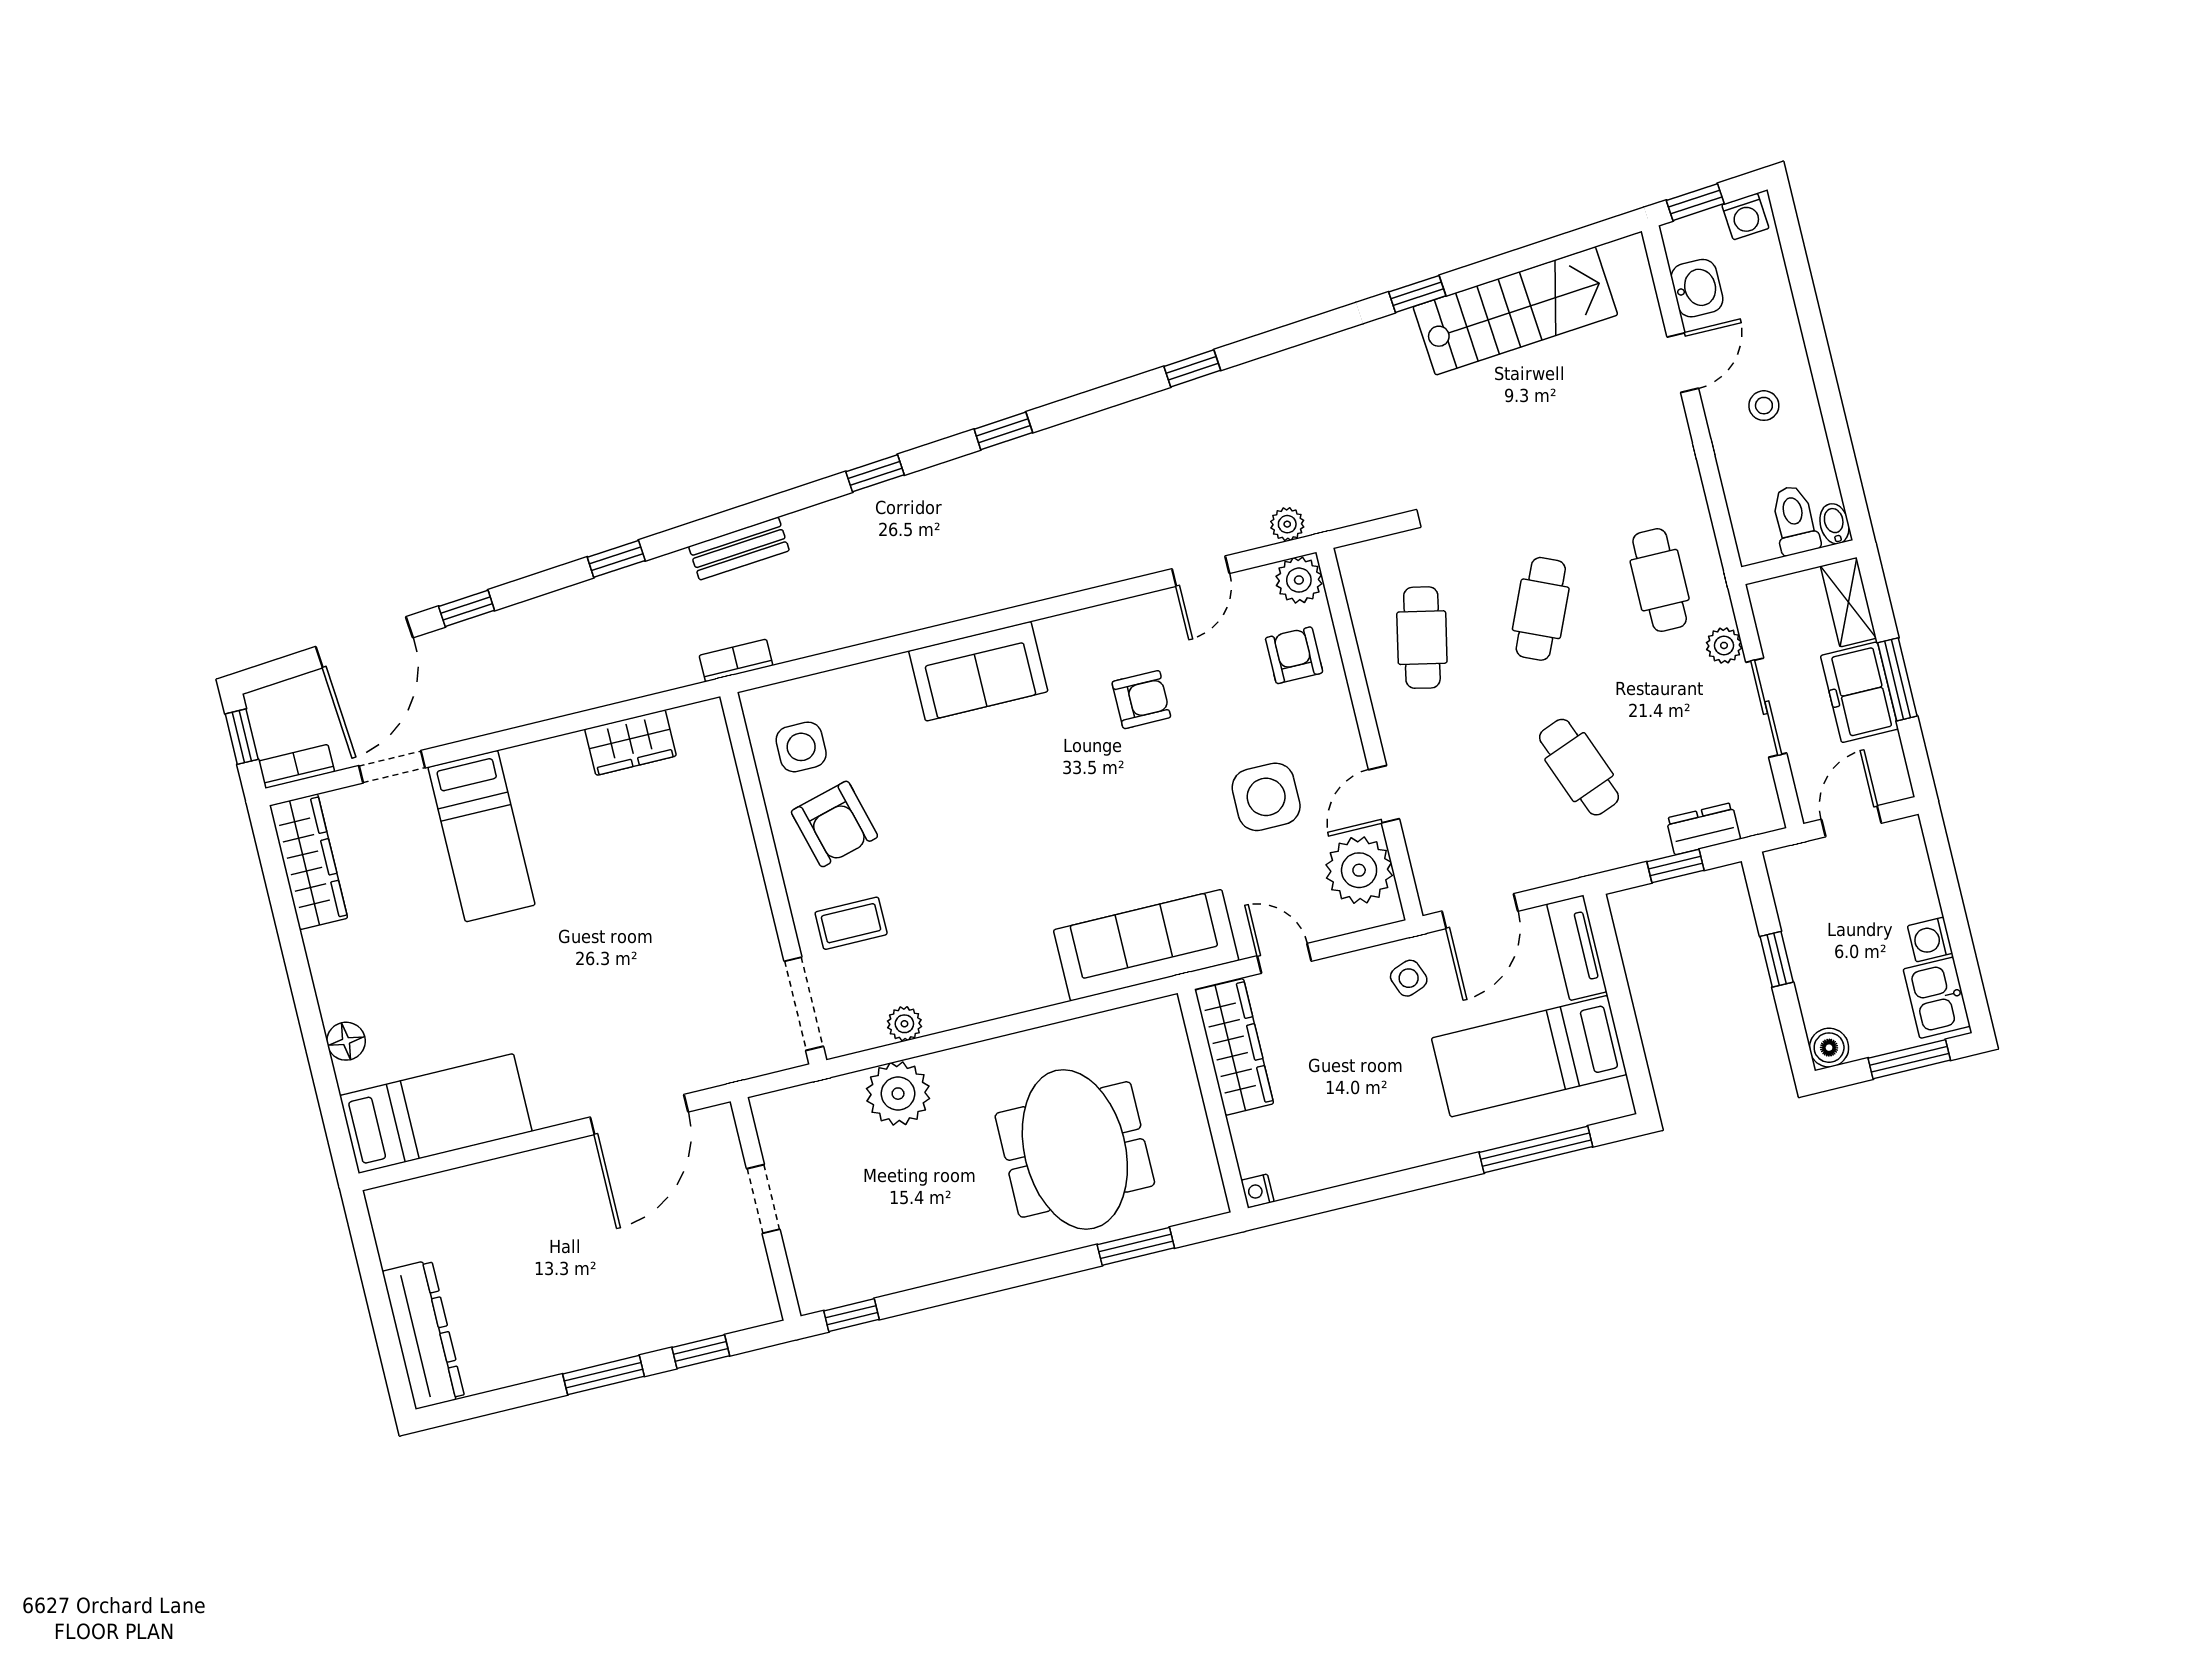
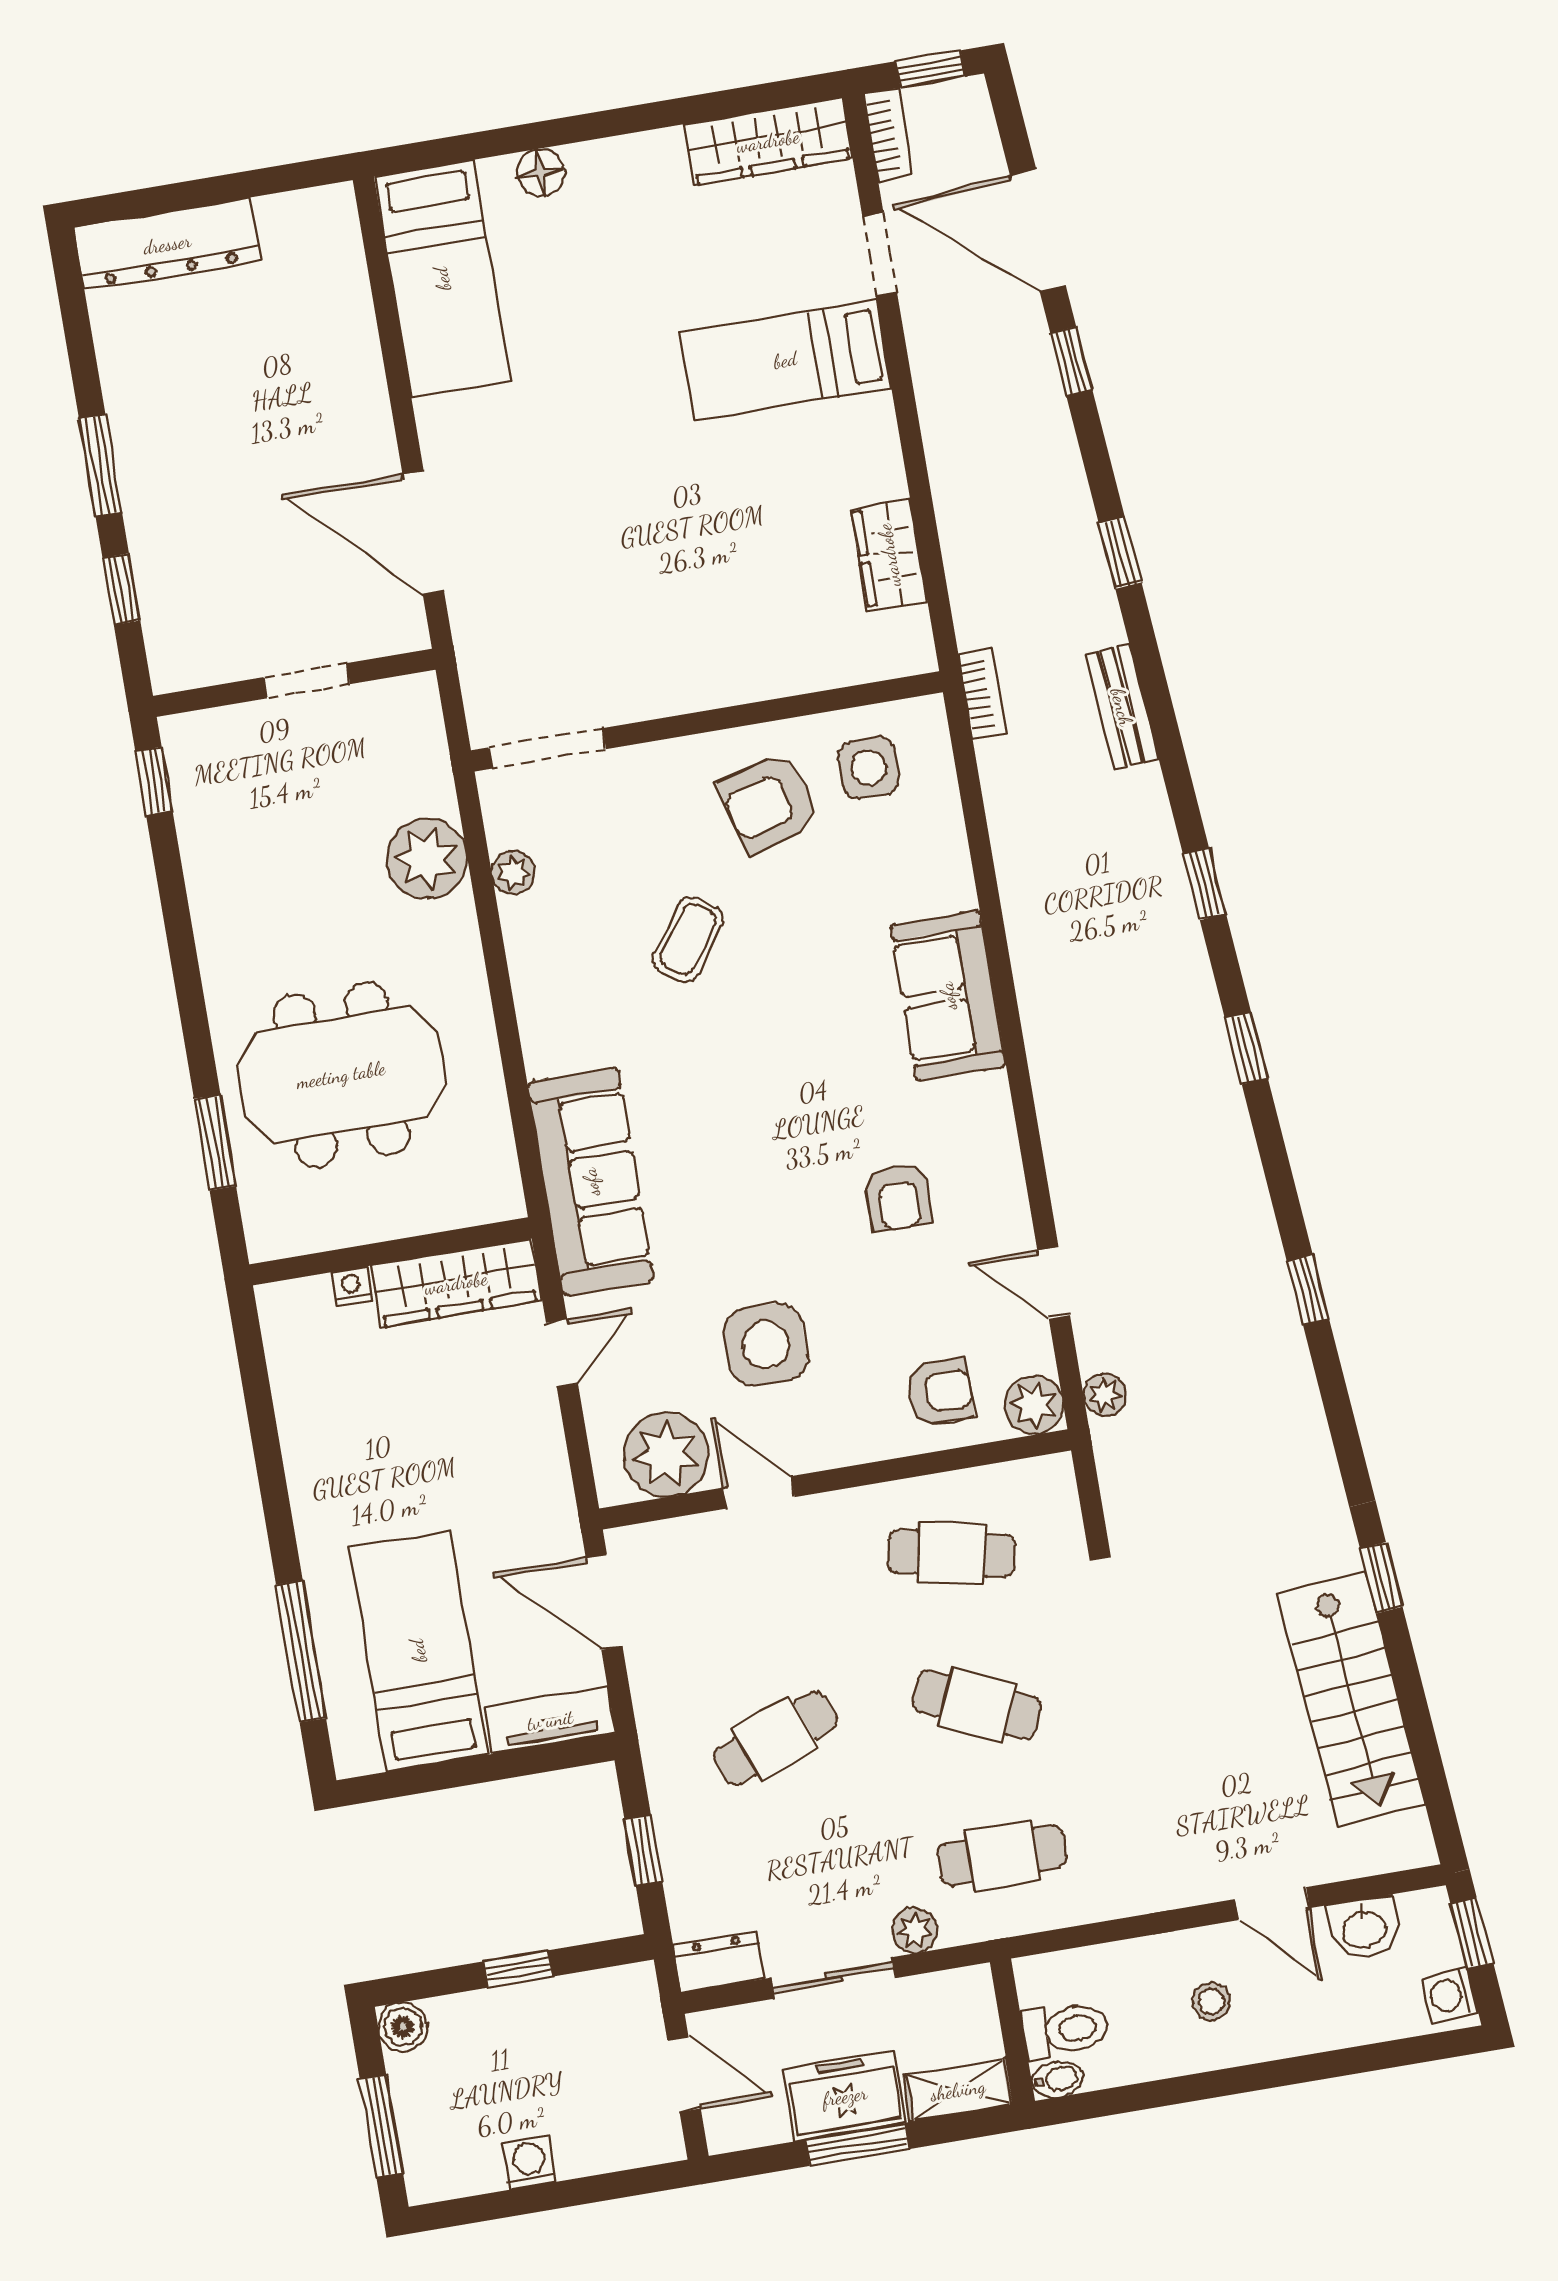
dresser: (1703, 829) -> (719, 1962), moved, turned -90
coffee table: (851, 923) -> (688, 939), moved, turned 36
side table: (1409, 978) -> (526, 1507), removed
kitchen sink: (1937, 998) -> (456, 2166), removed
nightstand: (1257, 1191) -> (351, 1286), moved

